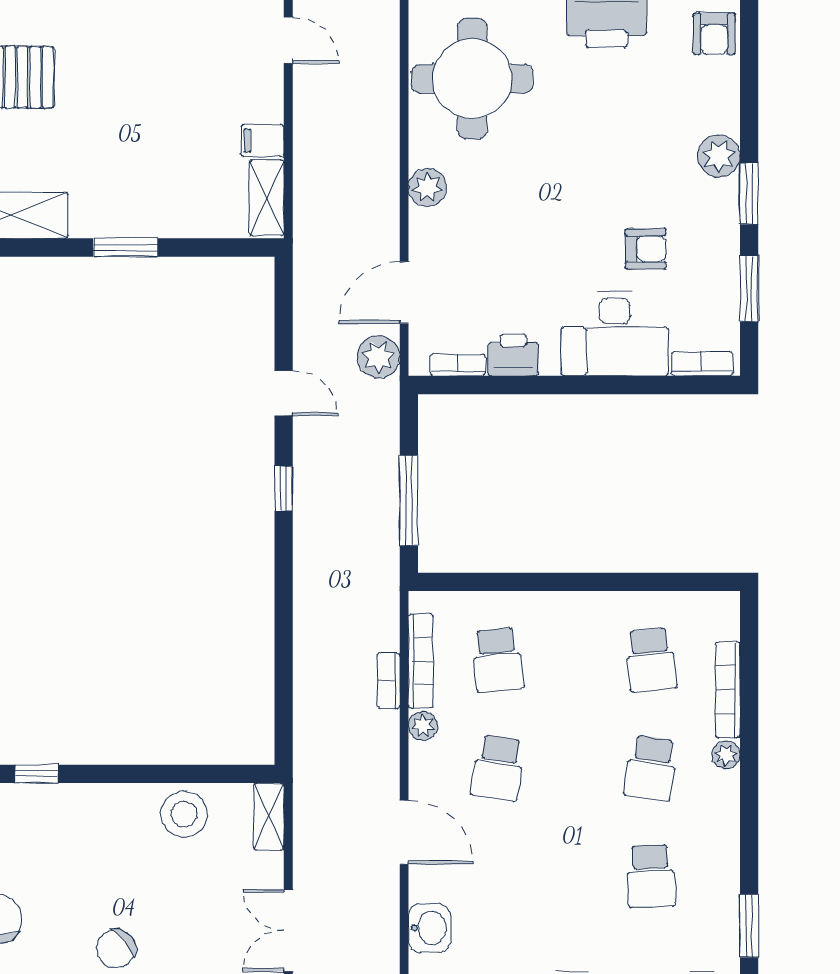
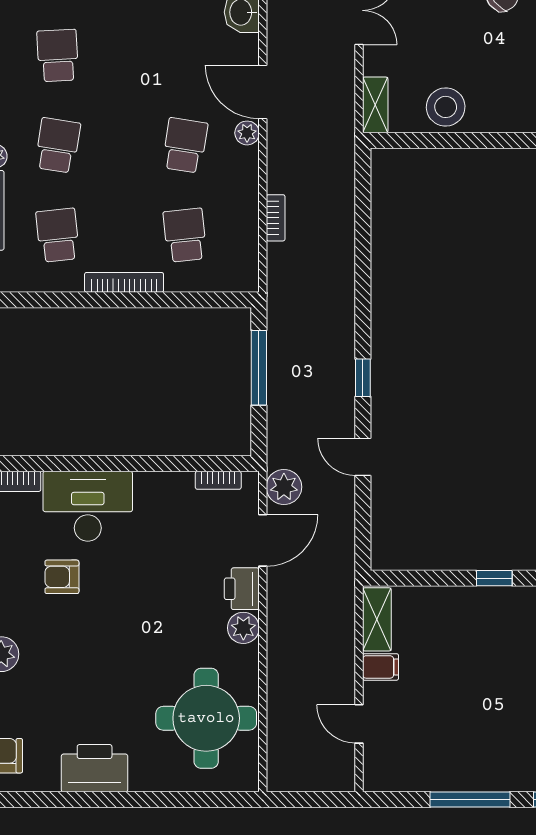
door: (288, 40) -> (359, 724), moved
window: (126, 247) -> (494, 578), width x0.67
printer: (513, 355) -> (242, 589), moved, turned 90
bookcase: (421, 661) -> (124, 282), moved, turned 90
plant: (423, 726) -> (247, 133), moved

